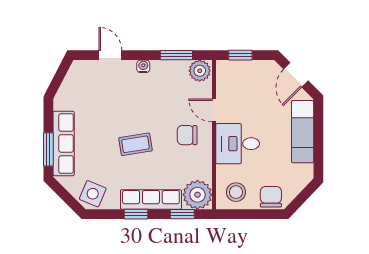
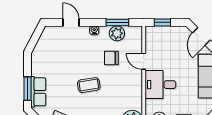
plant: (200, 71) -> (117, 33), moved
chair: (187, 135) -> (111, 58), moved
row of seats: (64, 143) -> (38, 92), width x0.68

